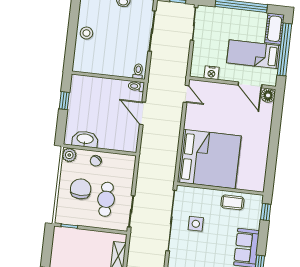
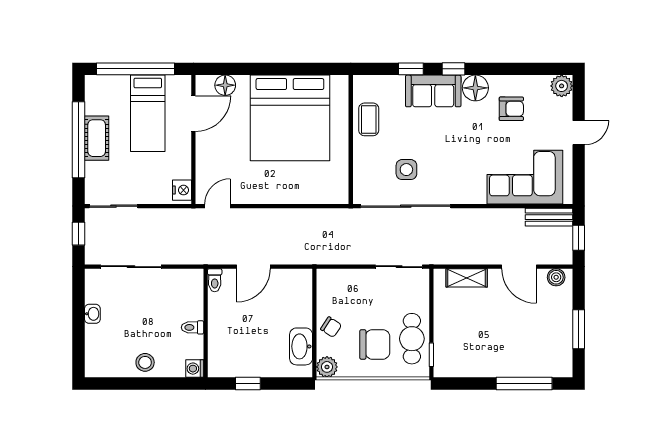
cot: (275, 29) -> (97, 138), moved, turned 90
washing machine: (78, 66) -> (195, 369), added
toilet: (138, 71) -> (192, 327), moved
nightstand: (211, 73) -> (182, 190), moved
floor lamp: (268, 95) -> (225, 85), moved
bed: (209, 159) -> (290, 118), moved, turned 180
chair: (81, 189) -> (375, 344), turned 180
cafe table: (106, 199) -> (412, 339), moved, turned 90
window: (266, 212) -> (411, 69), moved

